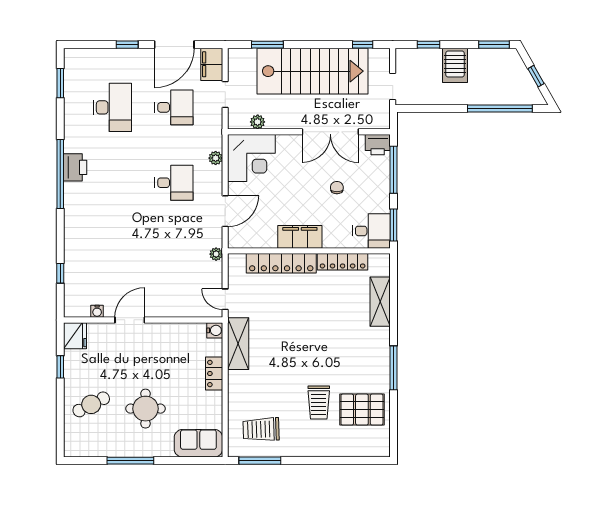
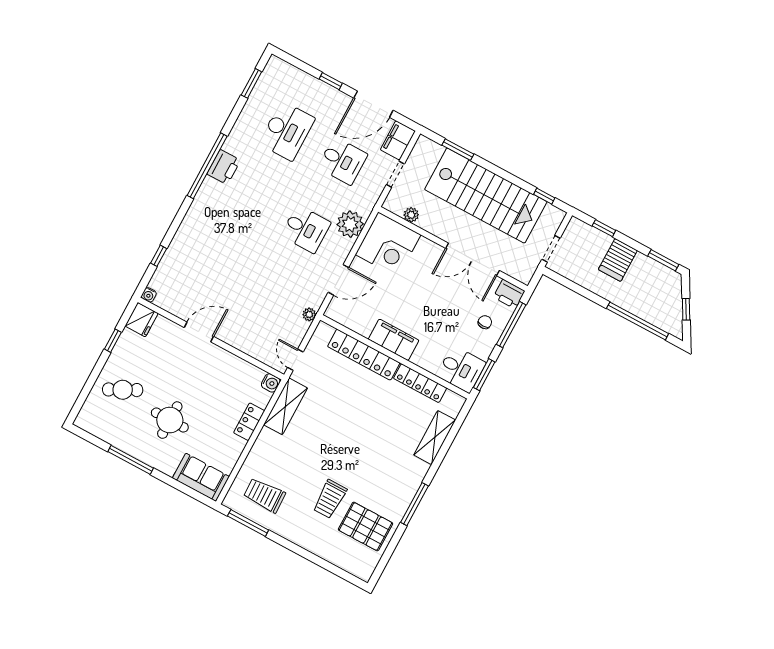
plant: (216, 158) -> (350, 224), width x1.87, depth x1.87
chair: (337, 188) -> (485, 322), moved
water cooler: (97, 311) -> (149, 295), moved

